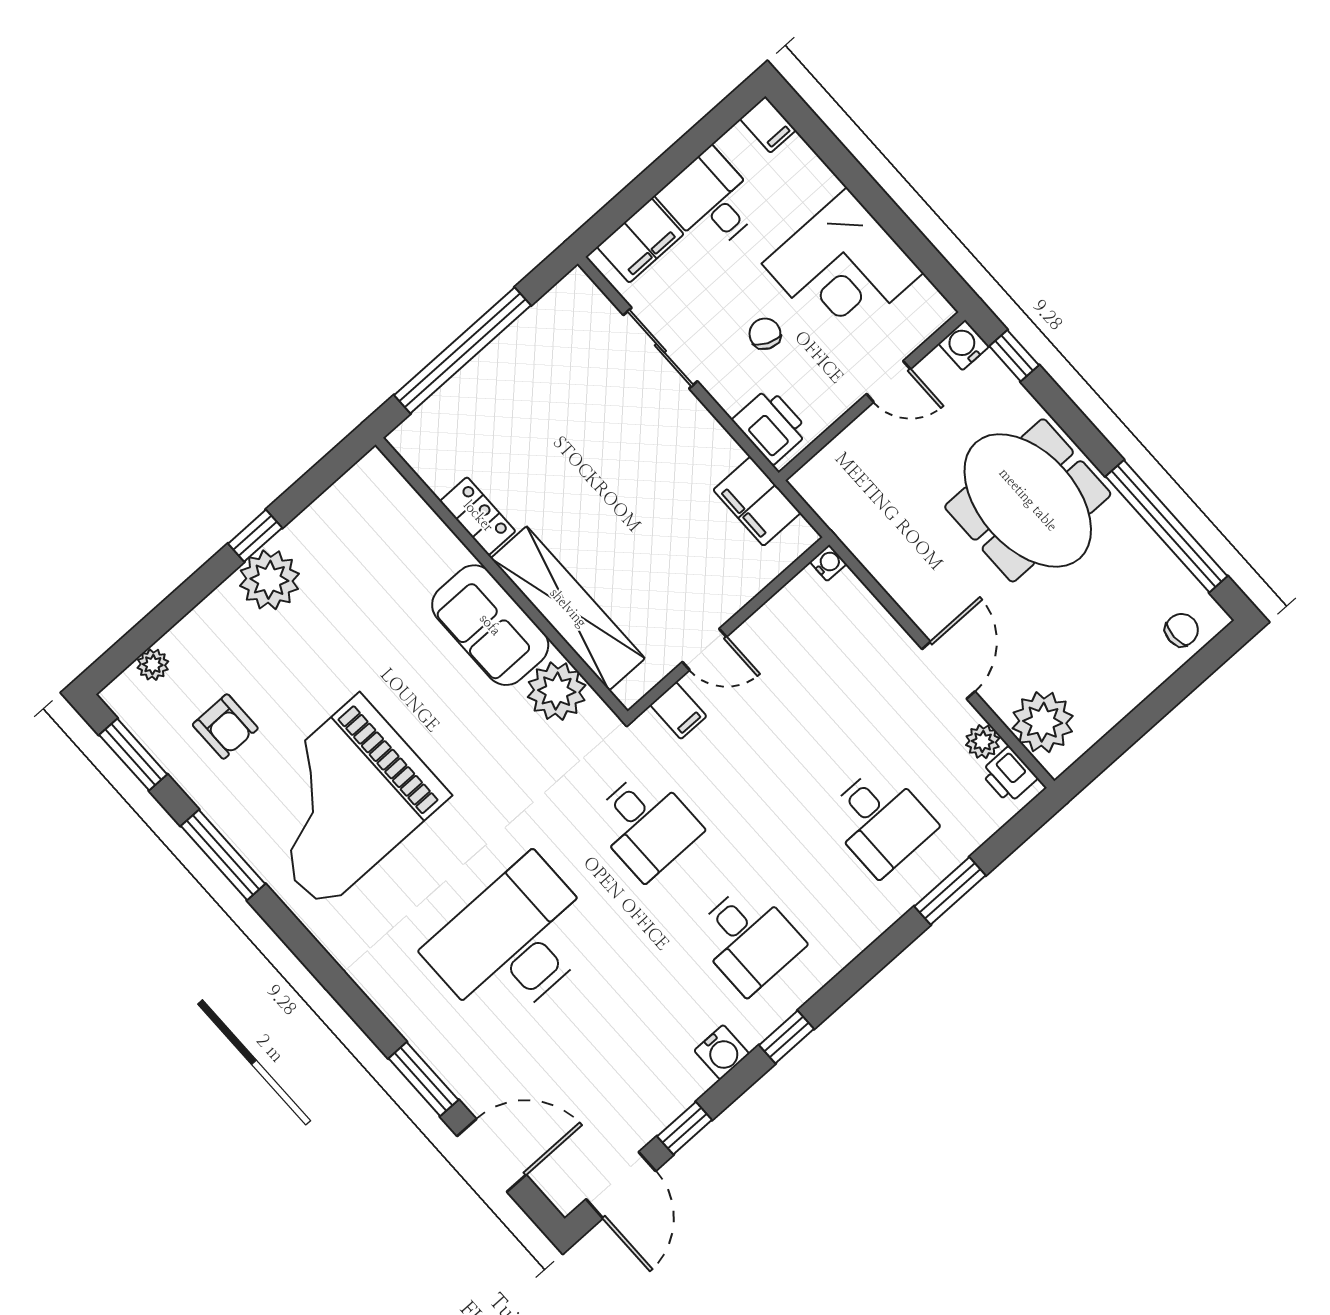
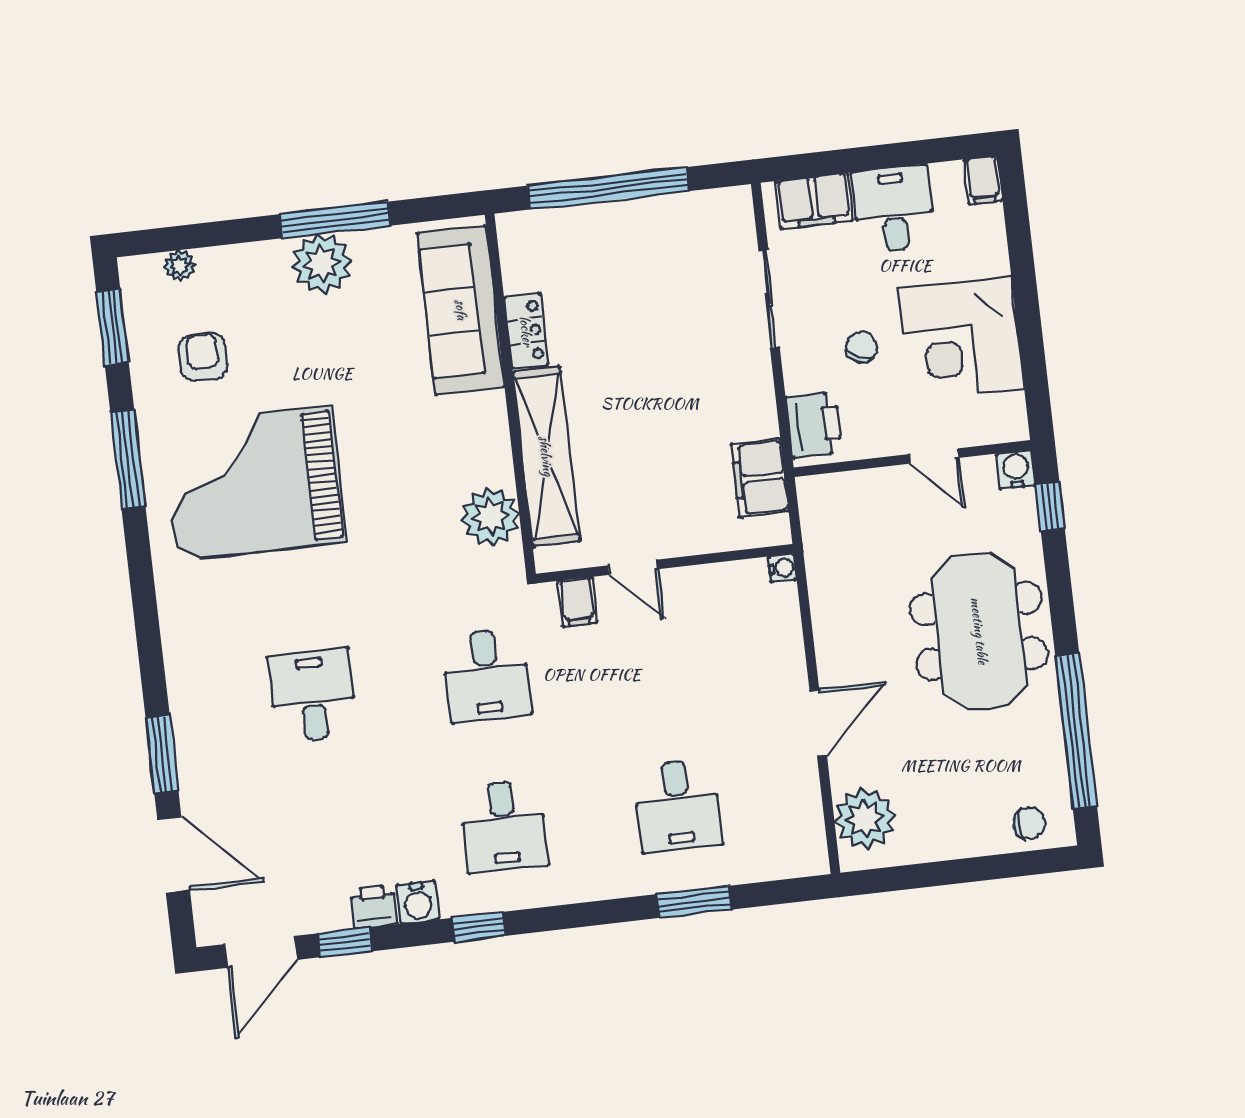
window: (255, 536) -> (335, 220), width x2.17
sofa: (490, 625) -> (461, 310), moved, width x1.36
armchair: (225, 727) -> (203, 357), turned 180
plant: (983, 742) -> (805, 800), removed
printer: (1009, 775) -> (374, 907), moved, turned 90
desk: (514, 943) -> (312, 695), width x0.53, depth x0.77

